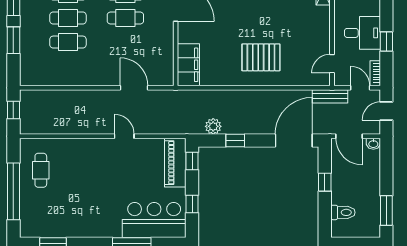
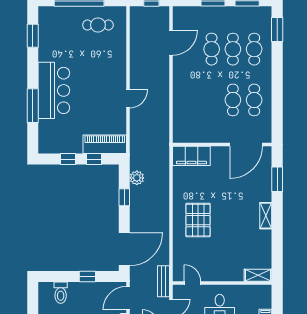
door: (134, 88) -> (171, 43), moved
door: (294, 141) -> (124, 249), hinge flipped
window: (192, 161) -> (94, 159), moved
bar counter: (154, 220) -> (54, 90), moved

